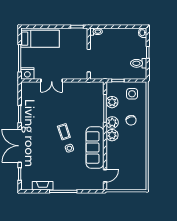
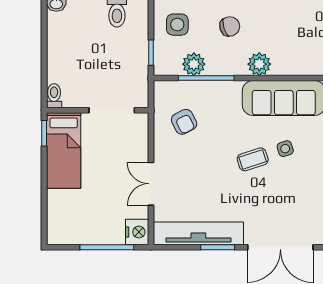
bed: (40, 39) -> (64, 151), moved, turned 180
double door: (52, 80) -> (151, 184), swing flipped
armchair: (83, 97) -> (184, 122), added
tv unit: (27, 104) -> (198, 233), added
plant: (112, 123) -> (234, 64), removed

